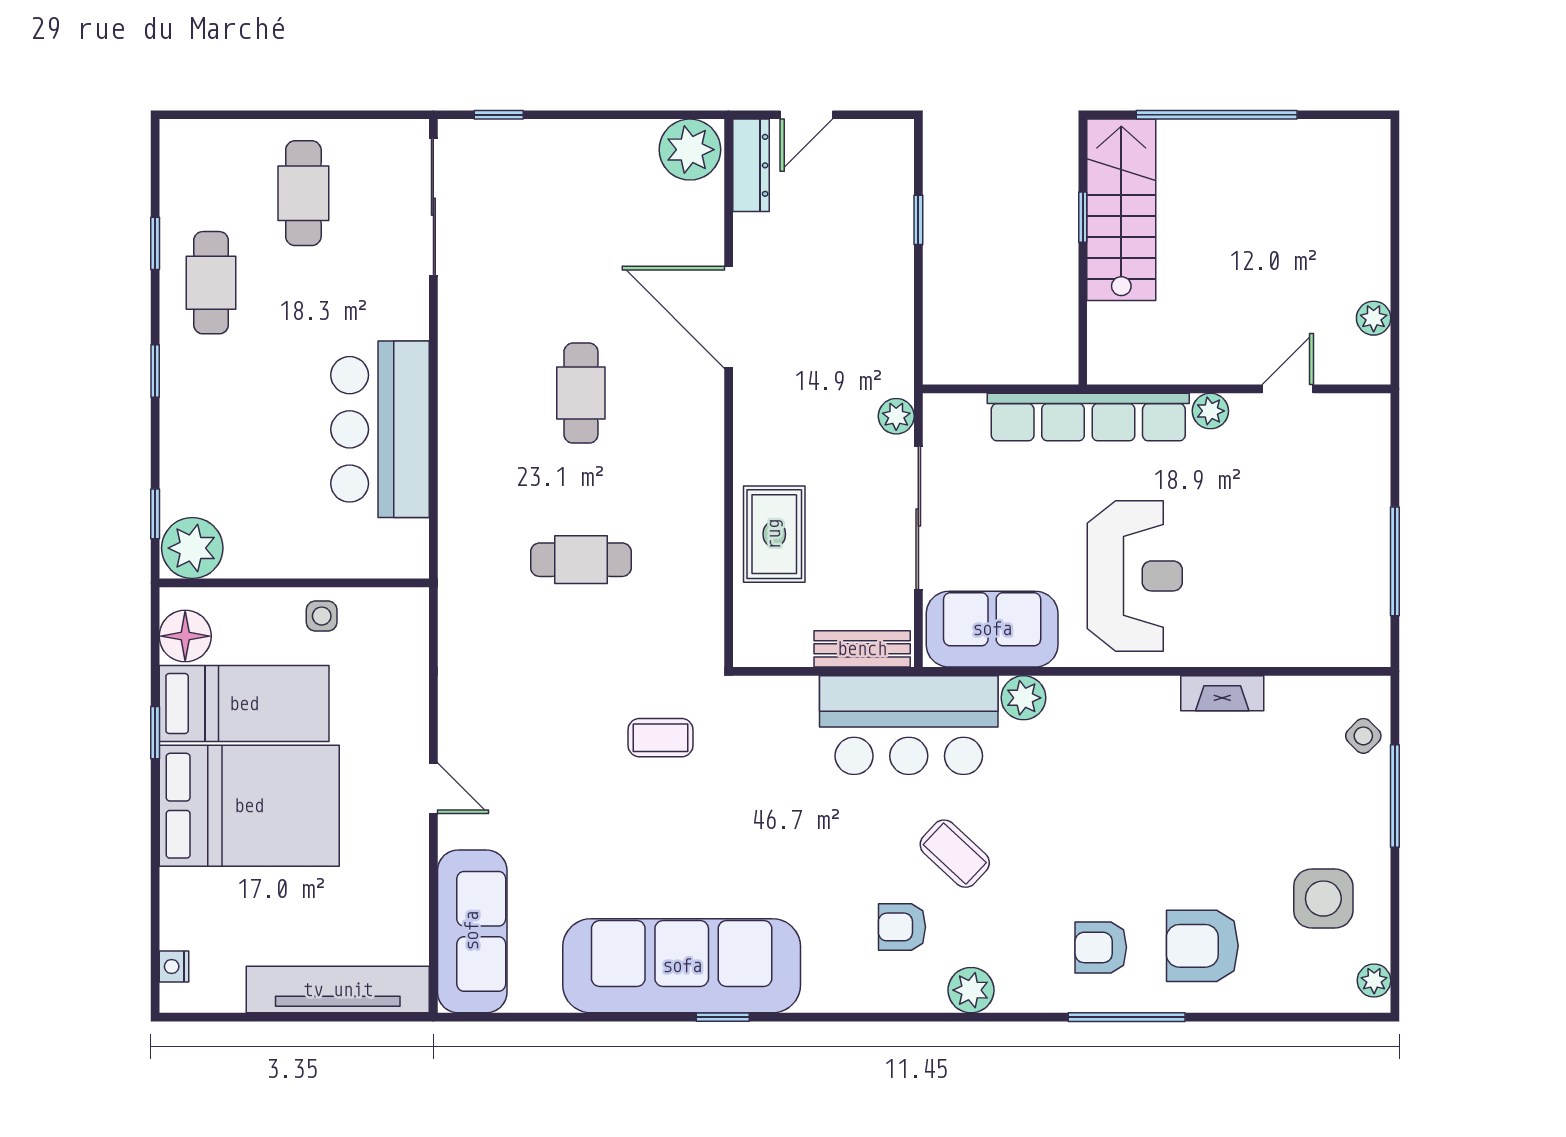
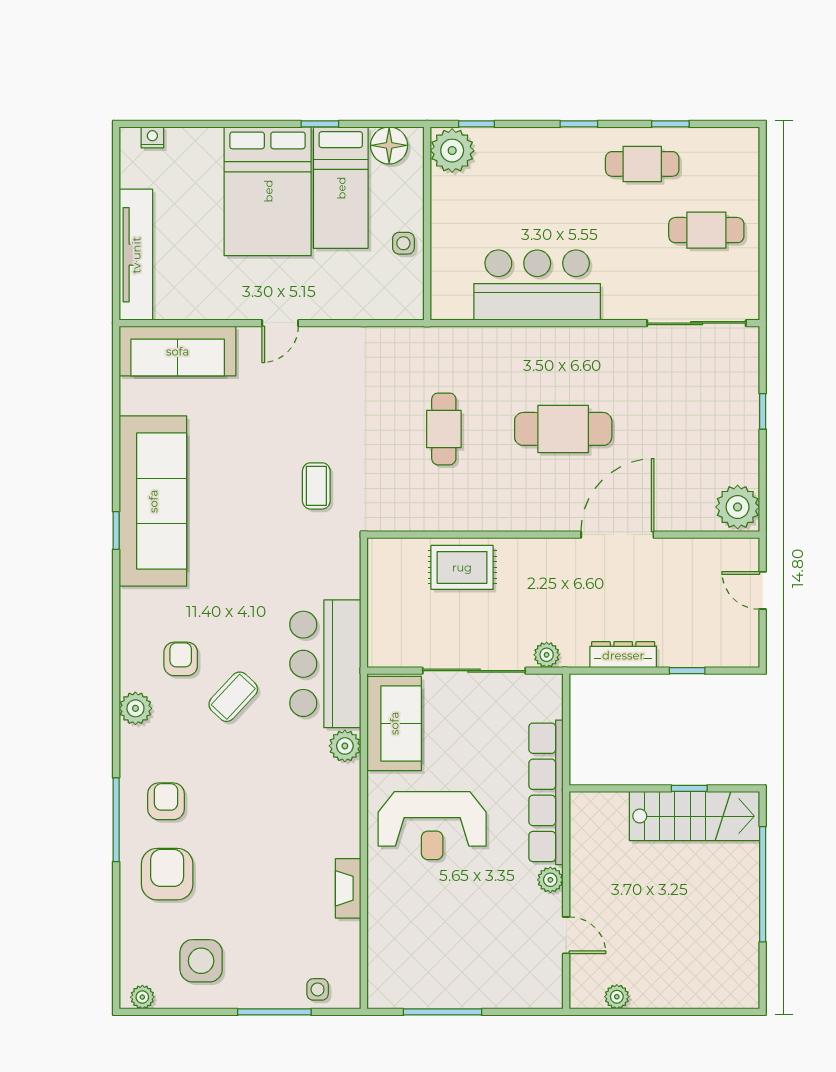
window: (499, 115) -> (763, 411), moved
dresser: (751, 165) -> (623, 655), moved, turned 180
cafe table: (581, 393) -> (563, 429), width x1.37, depth x1.35
bench: (862, 649) -> (380, 630), removed
side table: (1363, 736) -> (318, 989), turned 45

